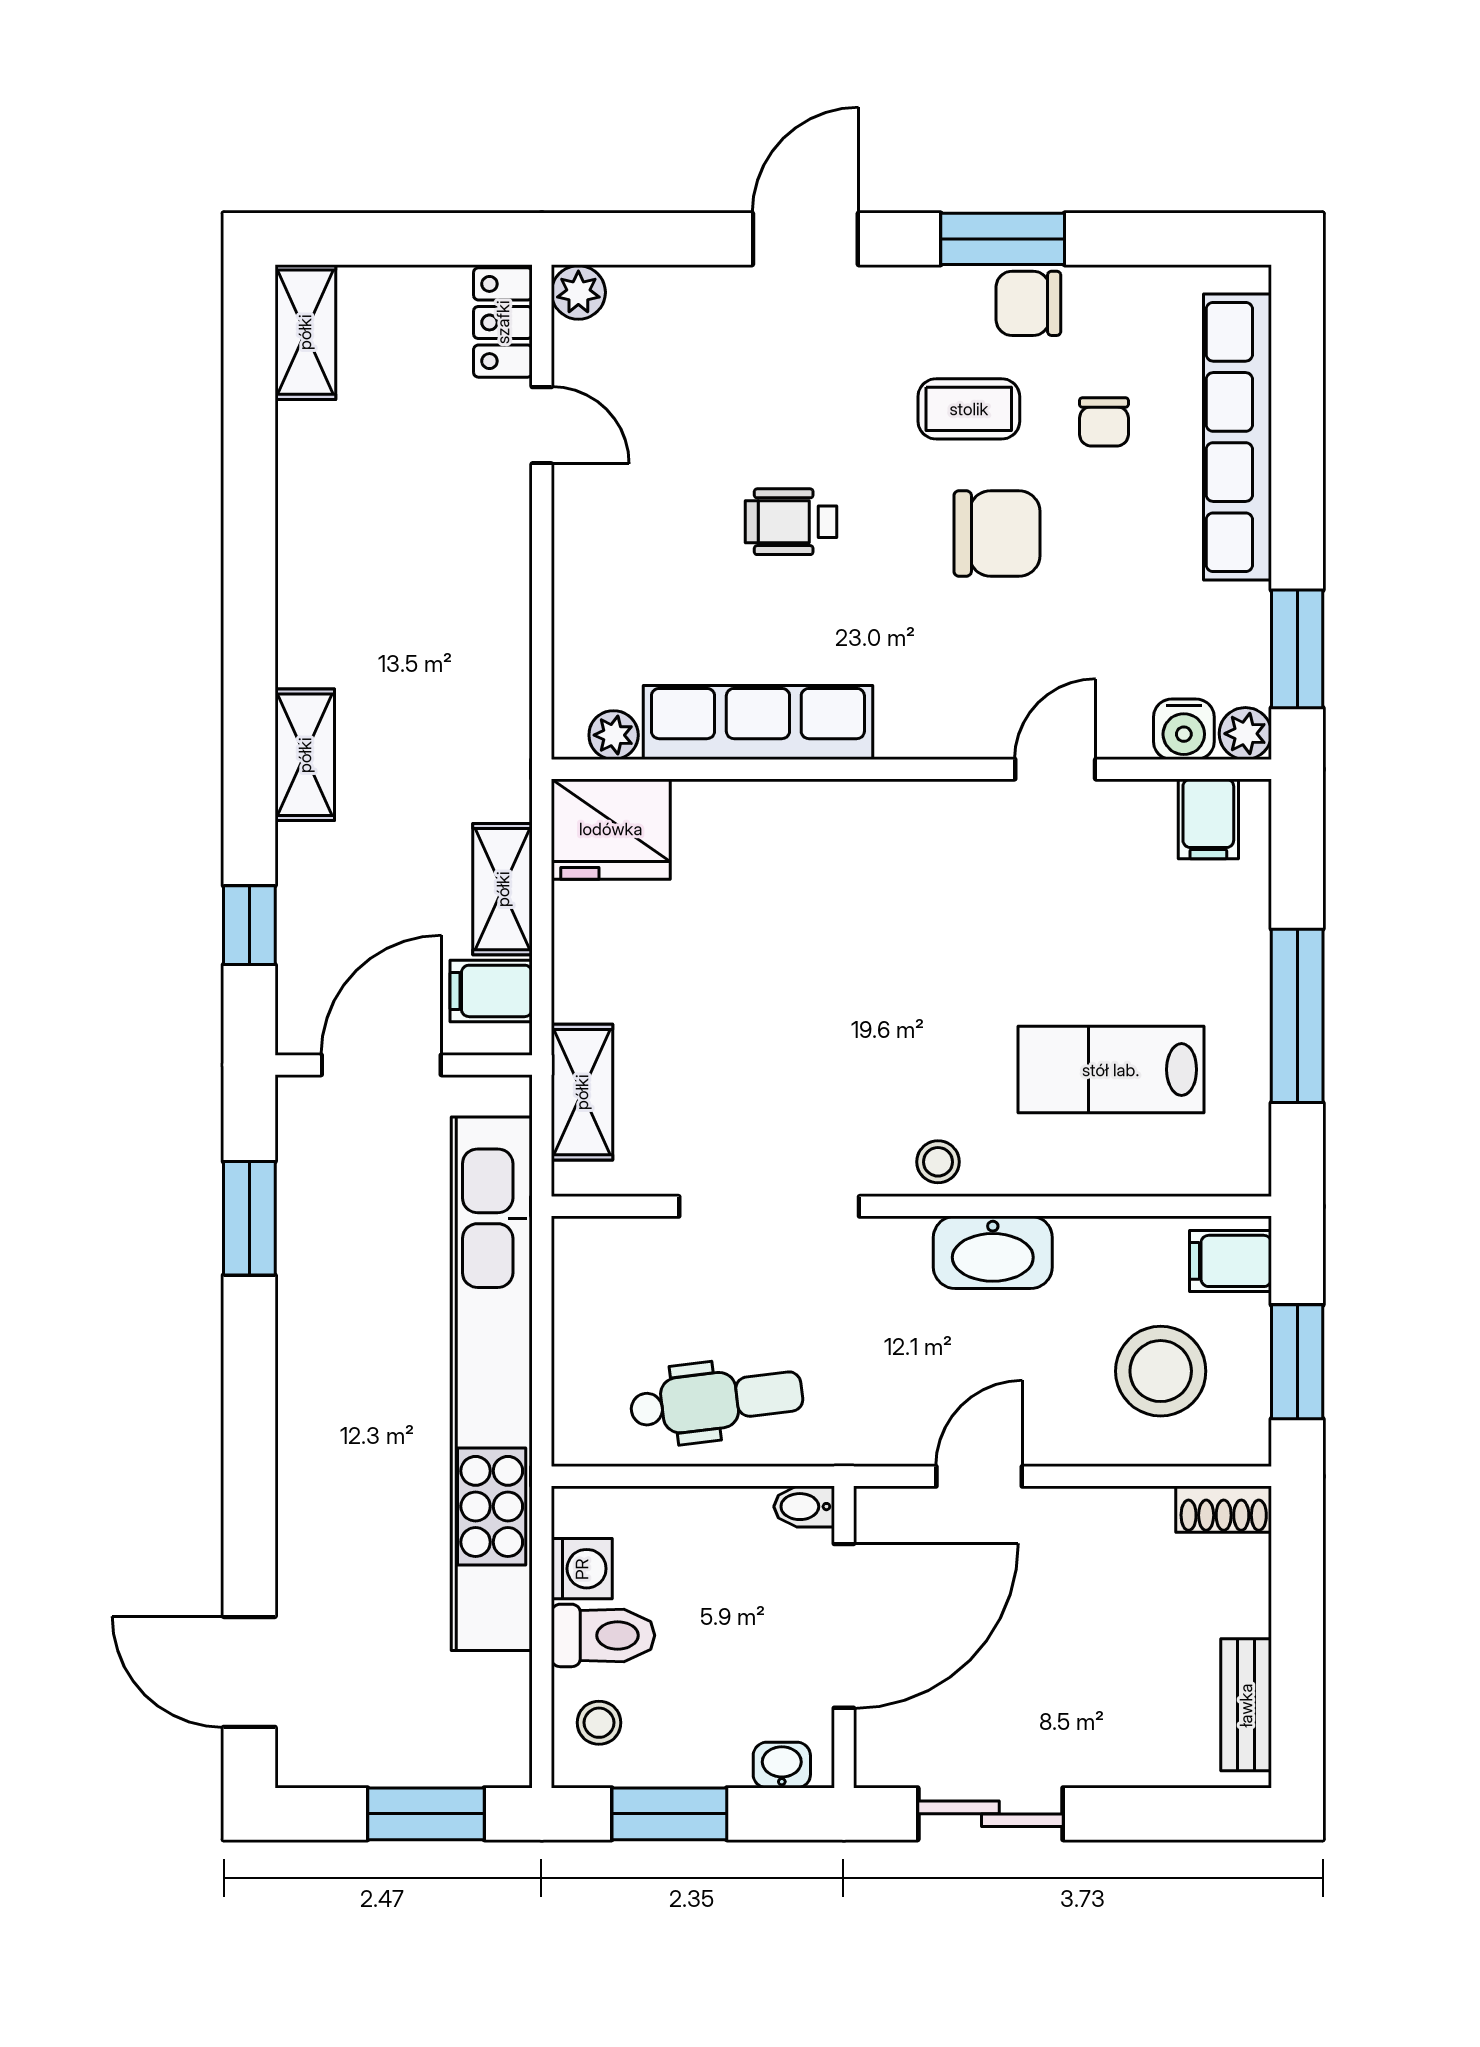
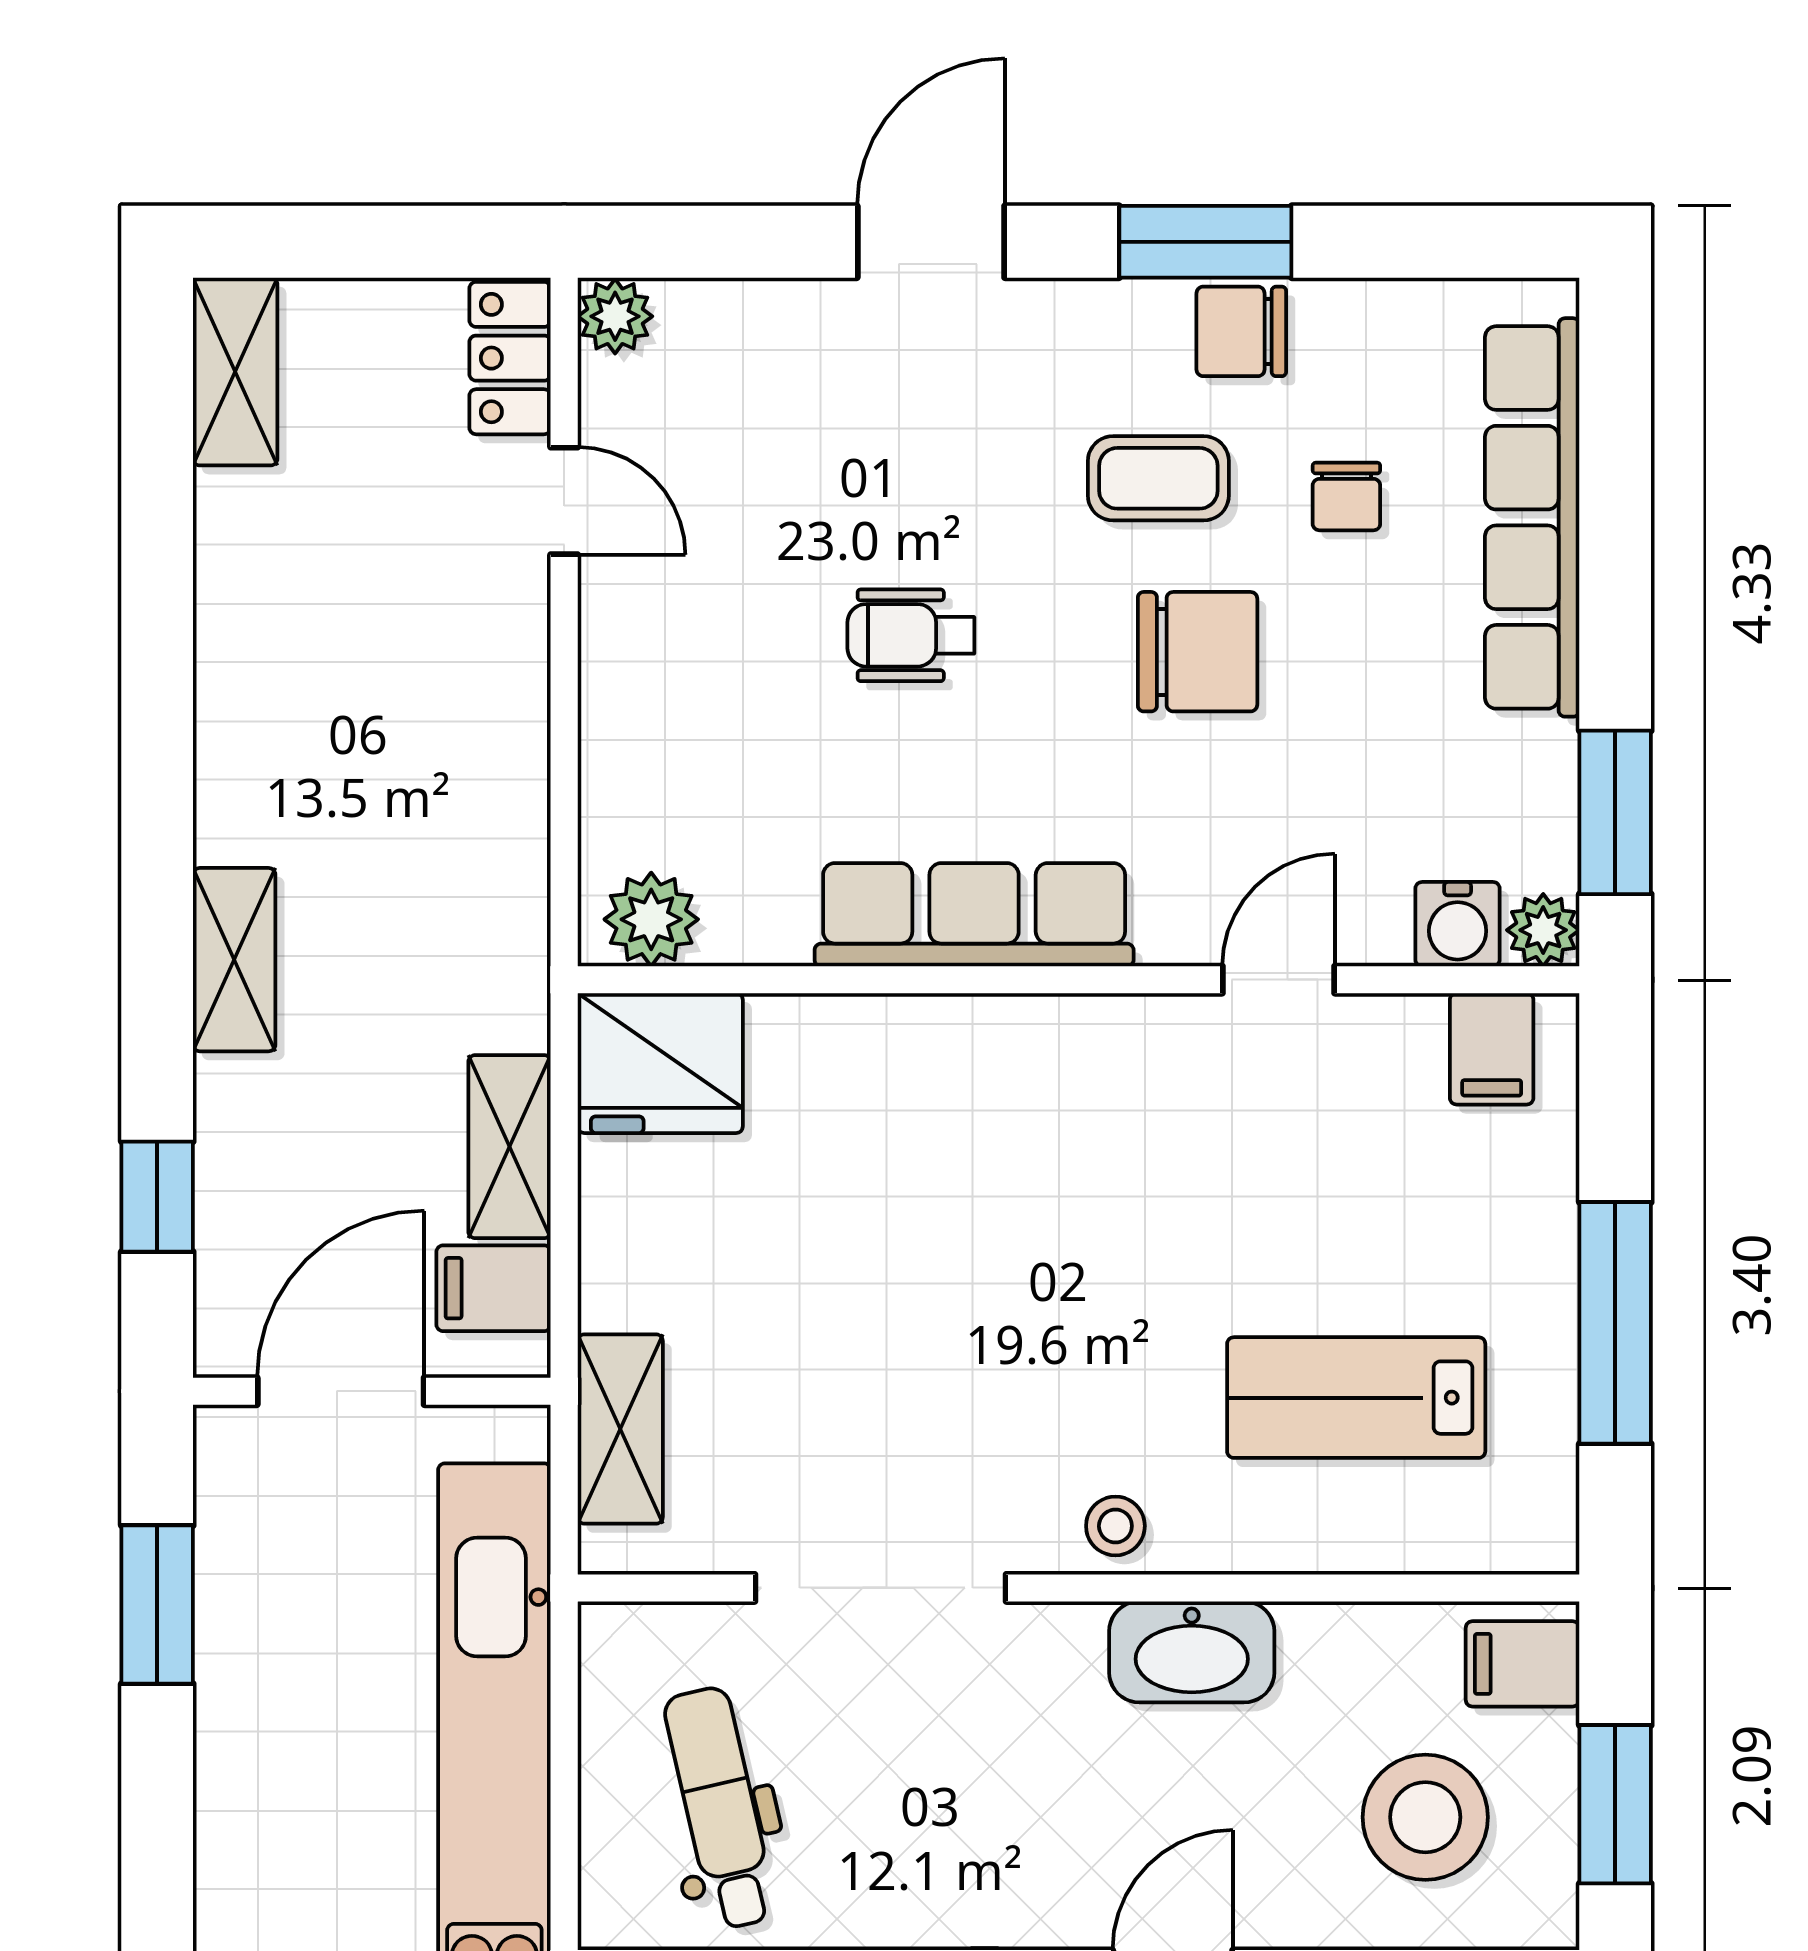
row of seats: (758, 722) -> (974, 915), moved
plant: (614, 735) -> (651, 919), width x1.38, depth x1.38
dental chair: (717, 1401) -> (720, 1808), moved, turned -96

